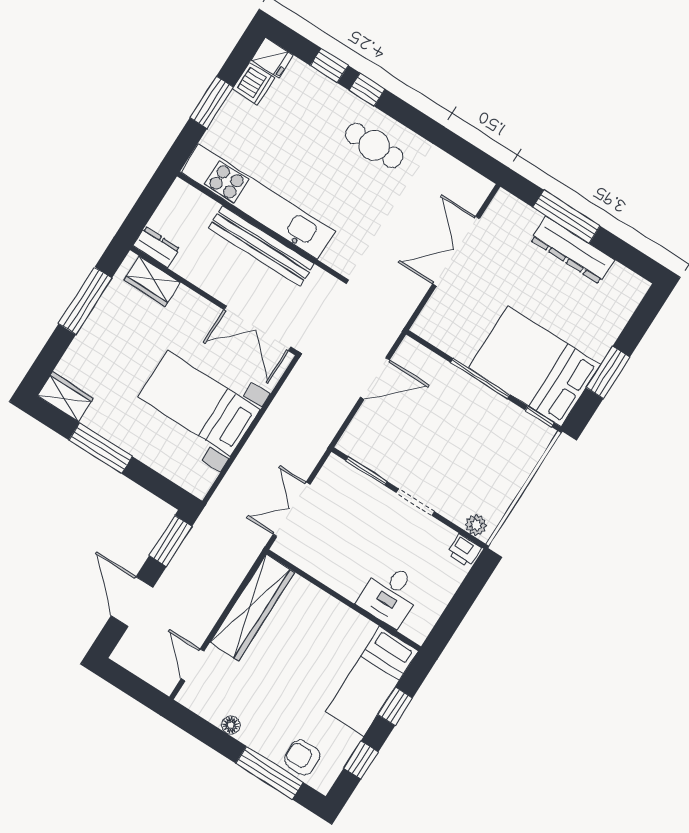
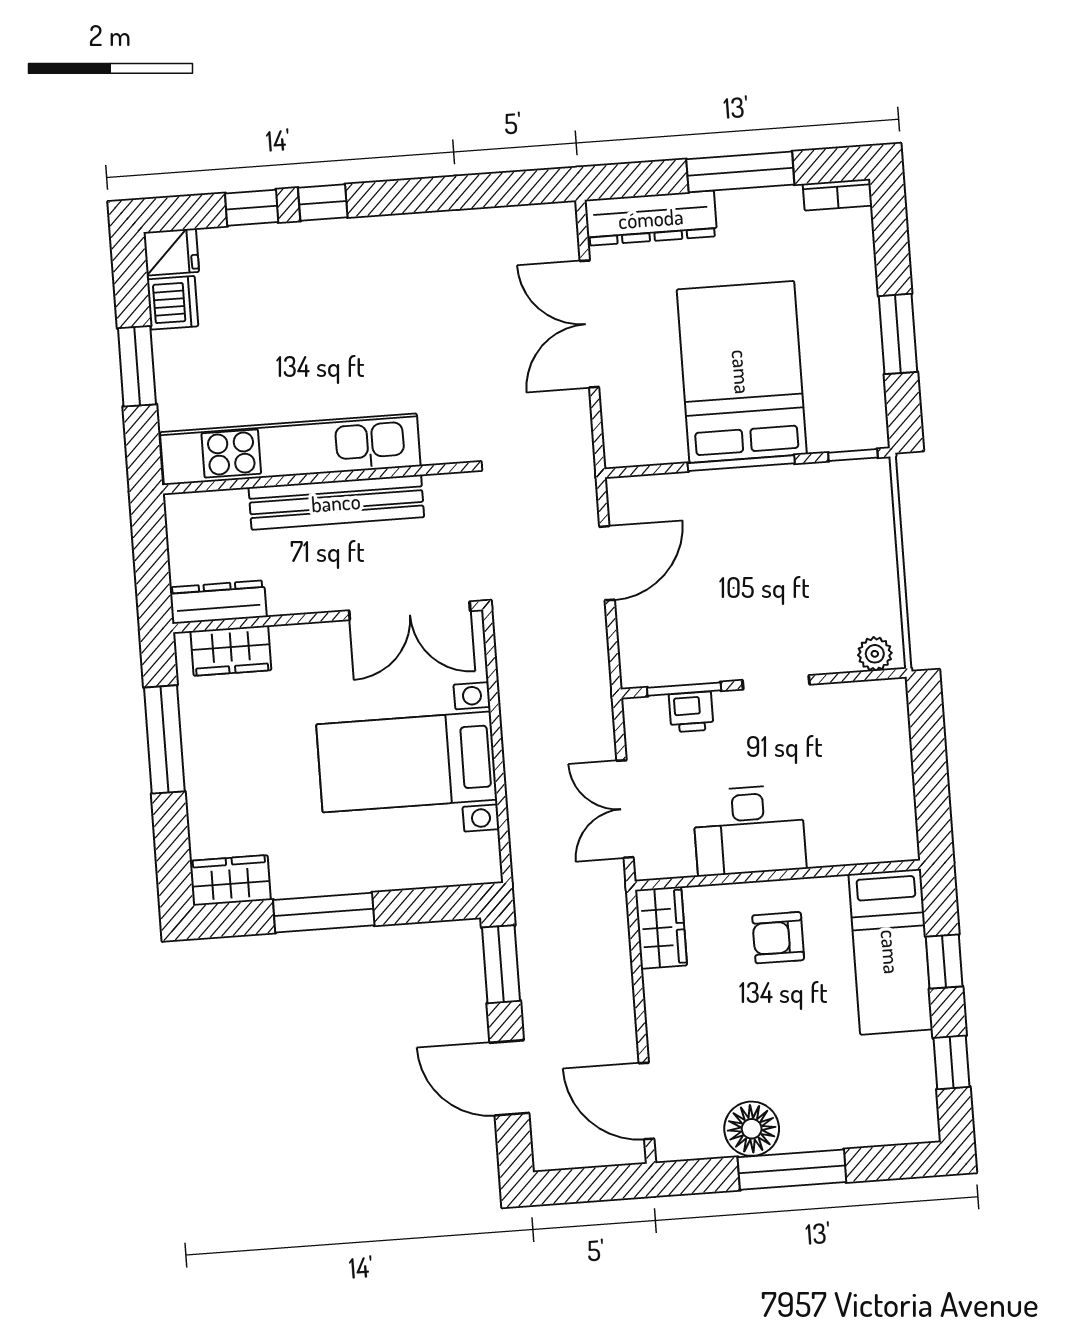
cafe table: (374, 145) -> (385, 267), removed
window: (566, 217) -> (740, 172), moved
dresser: (156, 247) -> (218, 602), width x1.44
dresser: (572, 250) -> (651, 218), moved
bookcase: (630, 279) -> (837, 195), added
bed: (535, 366) -> (742, 372), moved, turned 90
printer: (464, 550) -> (691, 712), moved
desk: (390, 595) -> (749, 830), moved, width x1.37
wardrobe: (252, 607) -> (661, 928), width x0.48, depth x0.85
door: (193, 665) -> (647, 1101), width x1.38
floor lamp: (231, 725) -> (752, 1129), width x1.89, depth x1.89
armchair: (302, 757) -> (778, 938), moved
window: (269, 773) -> (792, 1170), moved

